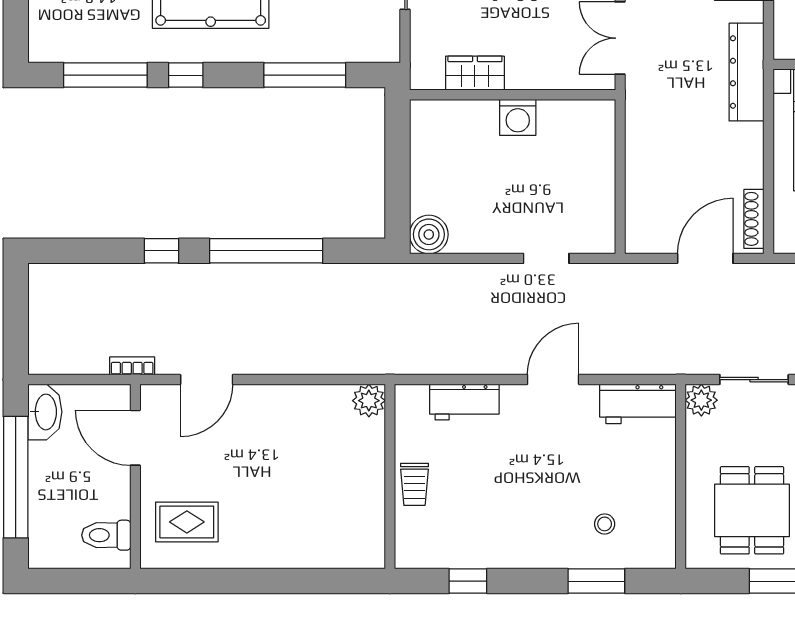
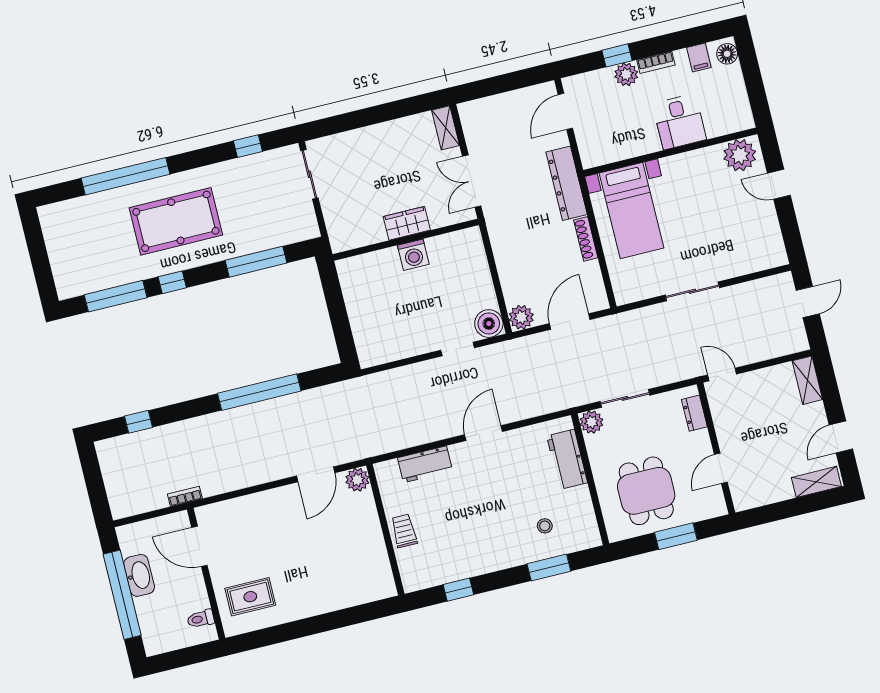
wardrobe: (475, 73) -> (407, 223), moved
shoe rack: (754, 219) -> (586, 239), moved
boiler: (429, 234) -> (489, 324), moved
plant: (642, 237) -> (521, 317), added
window: (161, 251) -> (139, 422), moved
door: (207, 380) -> (316, 474), moved
workbench: (638, 404) -> (567, 459), moved, turned 90
washbasin: (45, 412) -> (139, 575), moved
trolley: (414, 484) -> (404, 531), turned 180
toilet: (106, 535) -> (201, 619), width x0.73, depth x0.72

